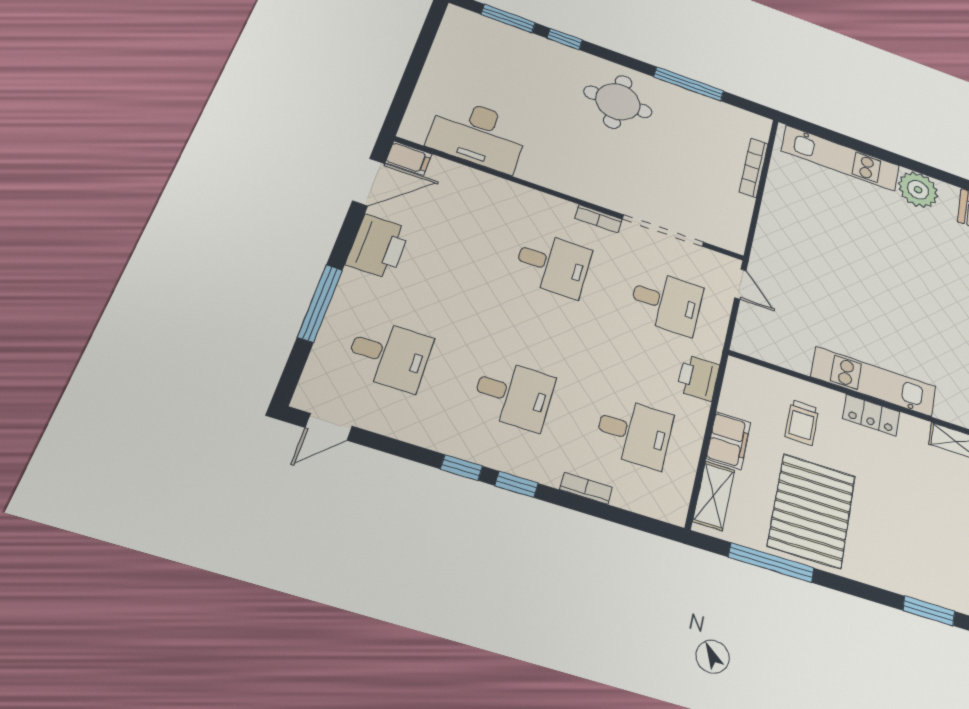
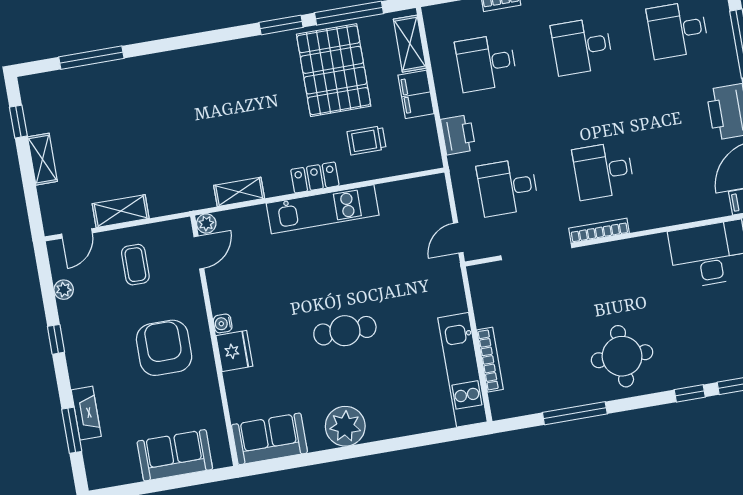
kitchen unit: (841, 158) -> (463, 370), moved, turned -90
bookcase: (598, 219) -> (599, 231), width x1.56
cafe table: (890, 265) -> (345, 331), added
door: (740, 284) -> (458, 238), hinge flipped
trolley: (802, 423) -> (367, 140), turned -90
window: (929, 611) -> (281, 25), moved

